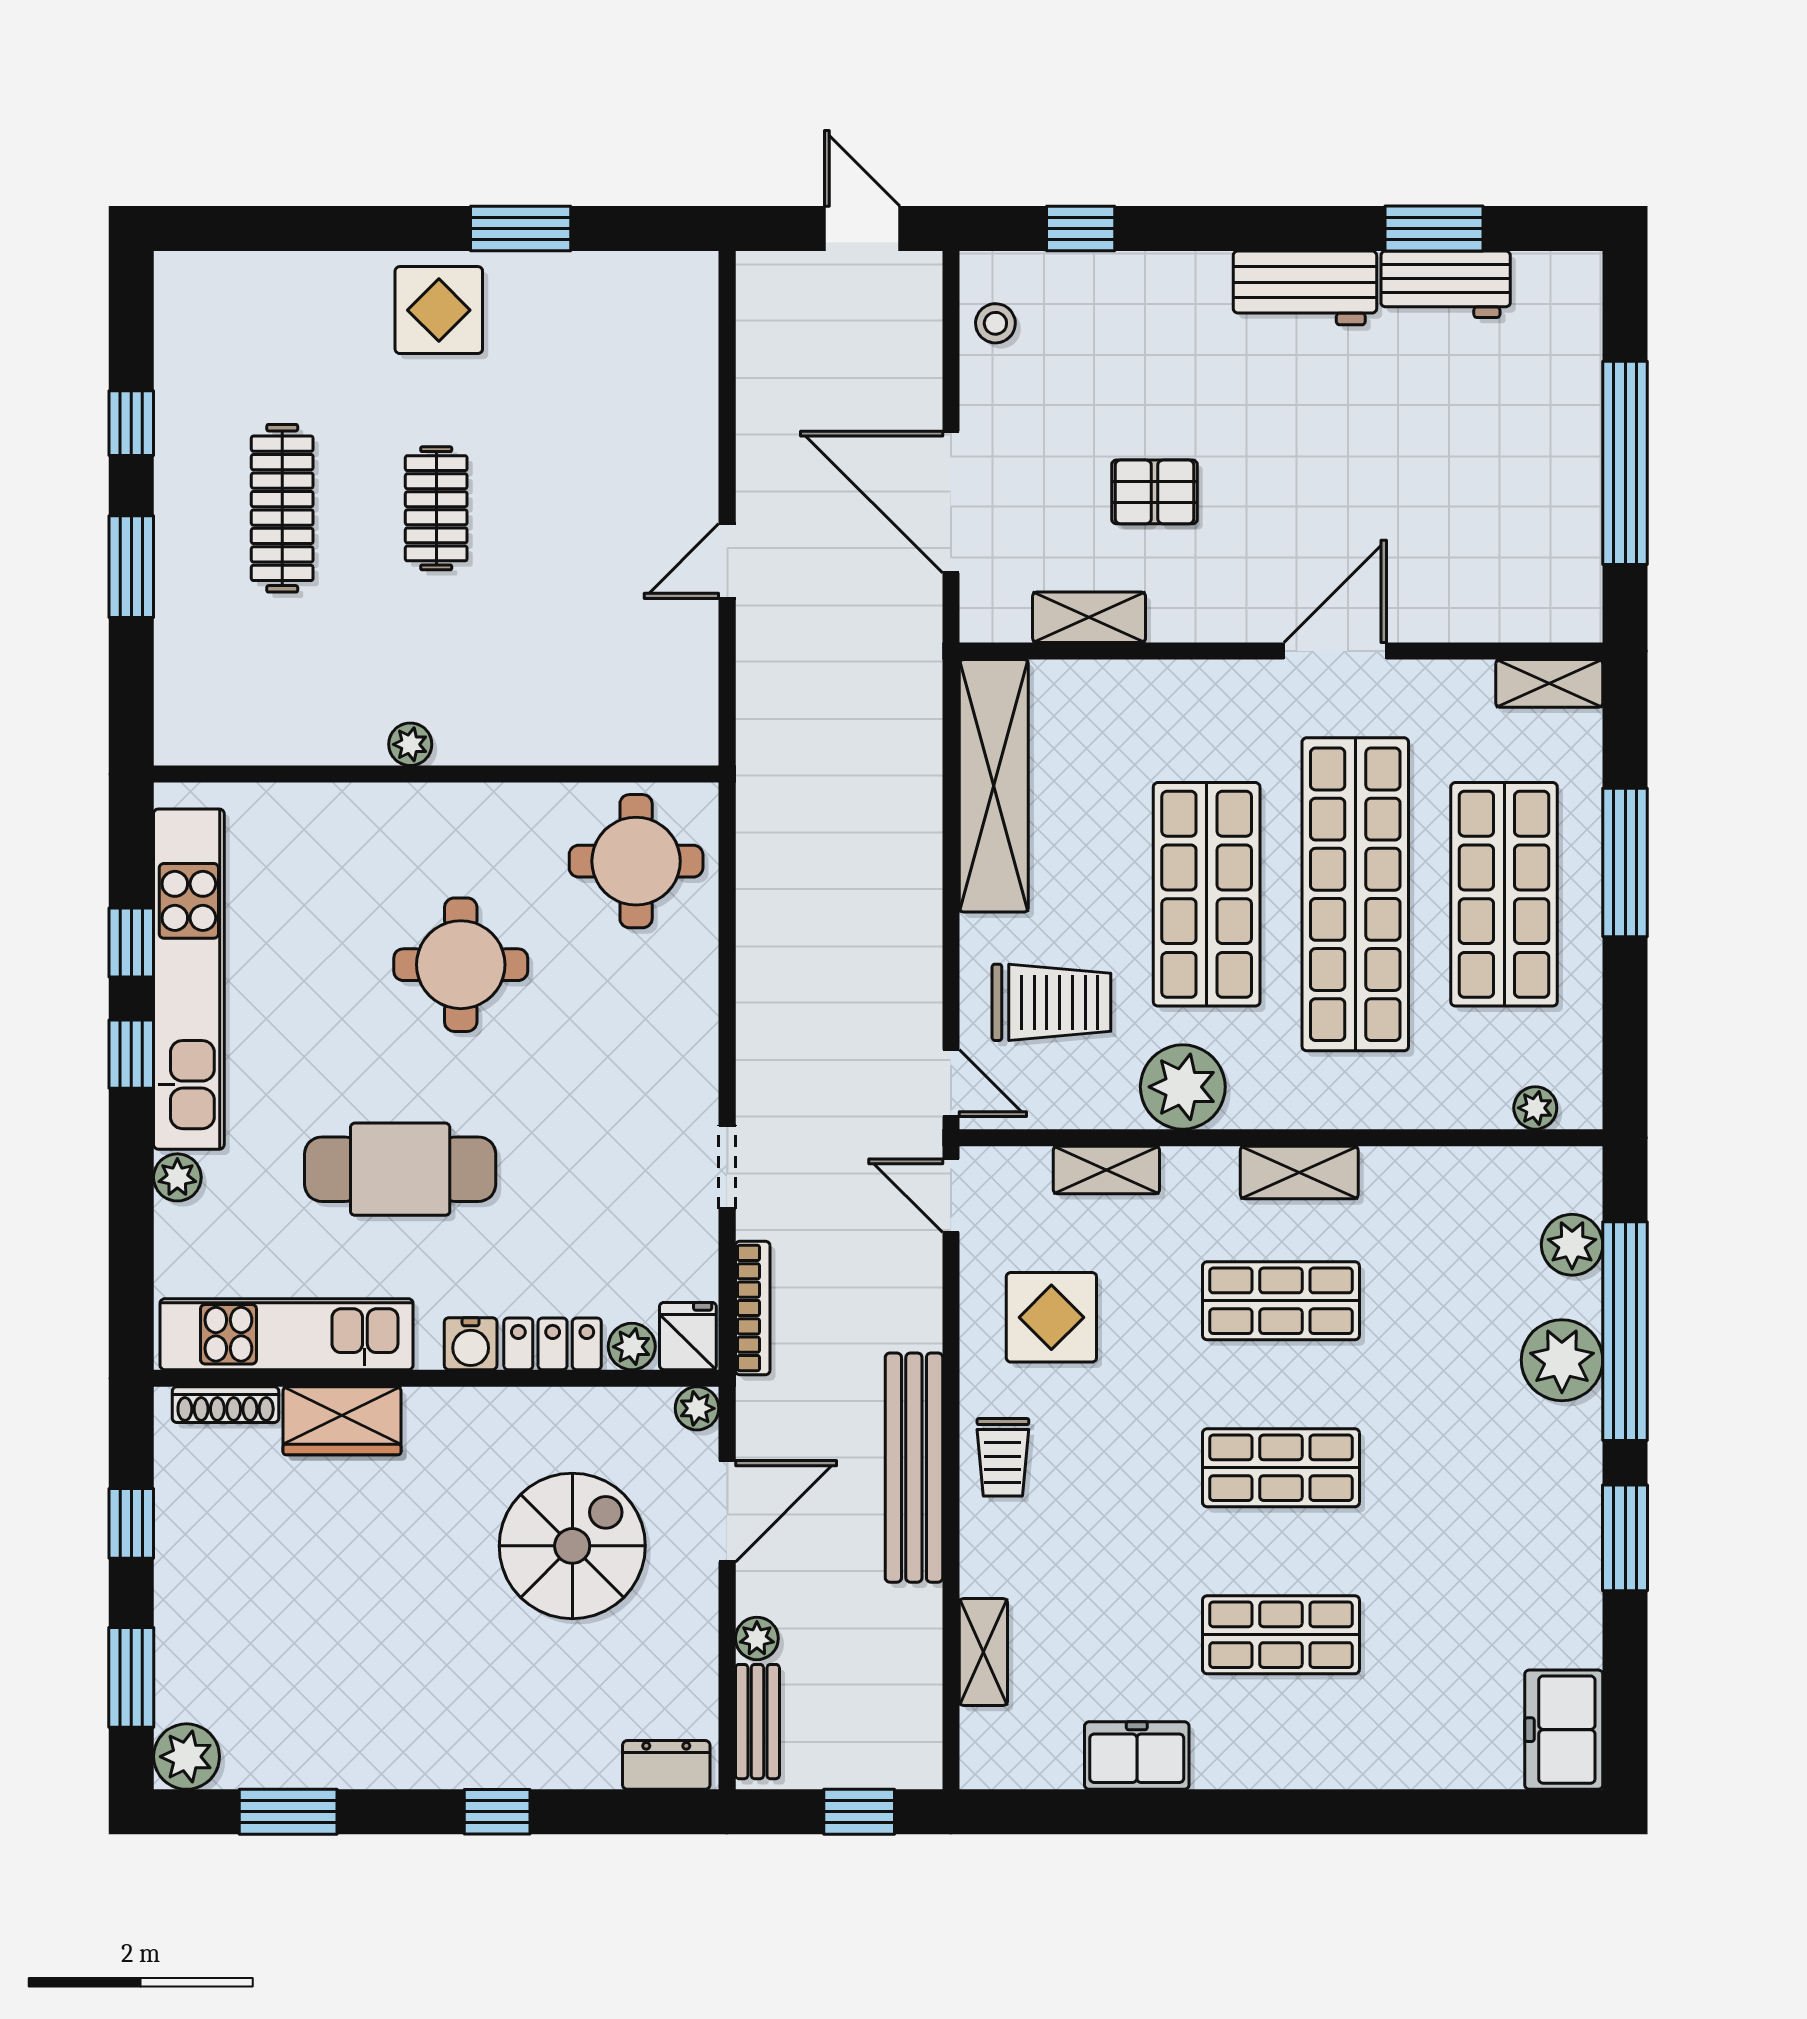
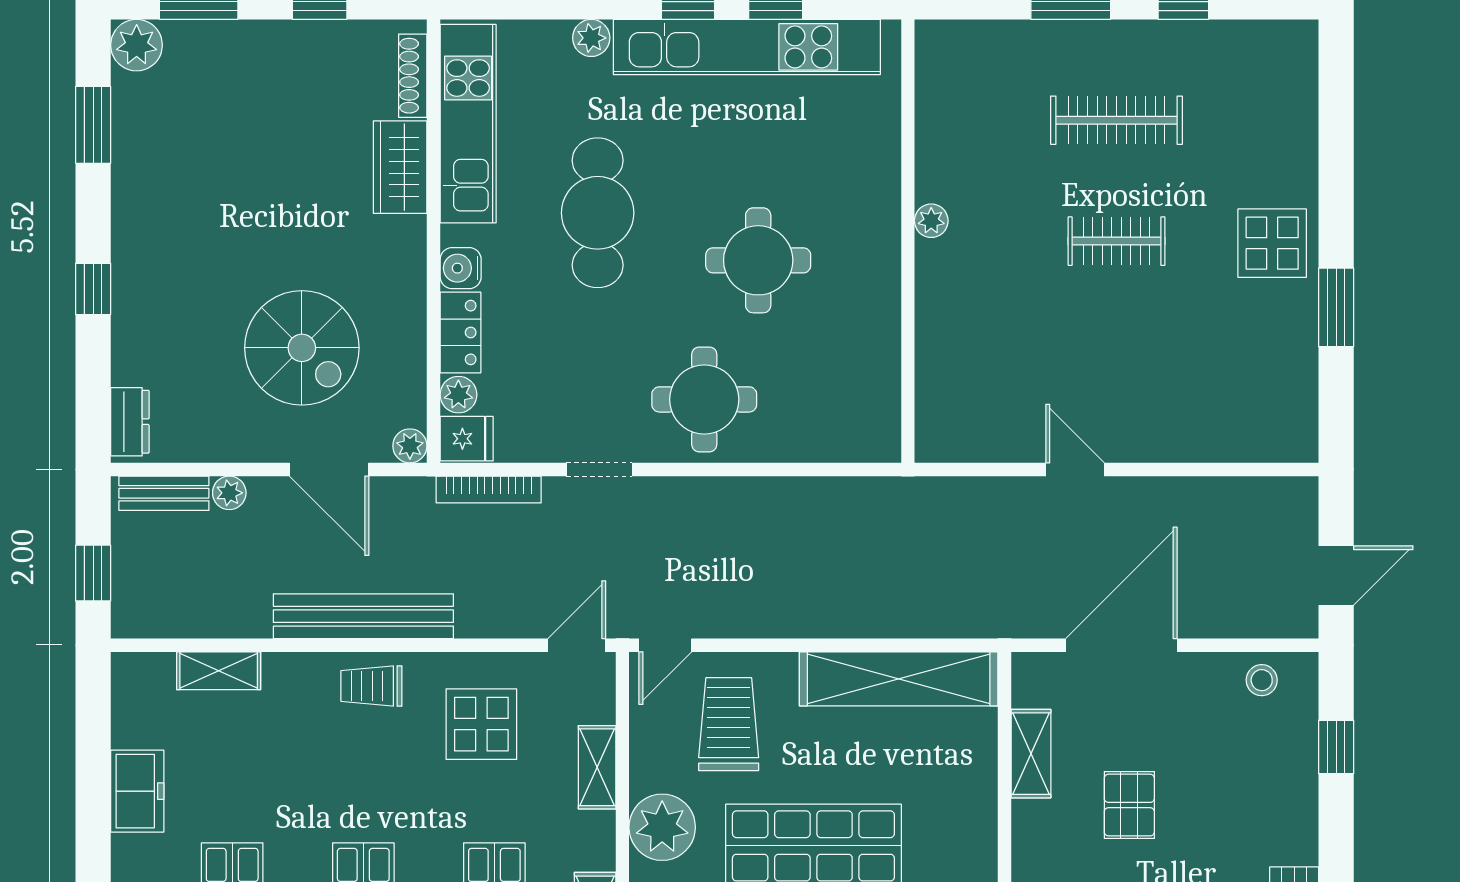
round table: (636, 861) -> (704, 399), moved
trolley: (1051, 1002) -> (729, 724), turned 180

